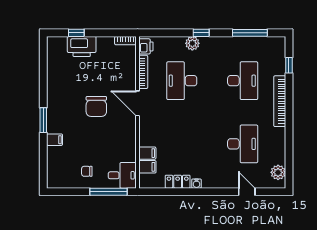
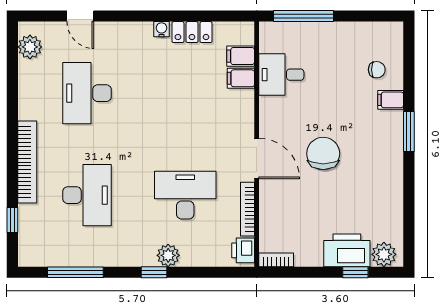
plant: (59, 44) -> (384, 254), added
desk: (182, 81) -> (185, 195), turned -90
desk: (243, 81) -> (87, 195), turned 180
chair: (87, 171) -> (377, 70), moved
desk: (122, 175) -> (281, 75), moved

